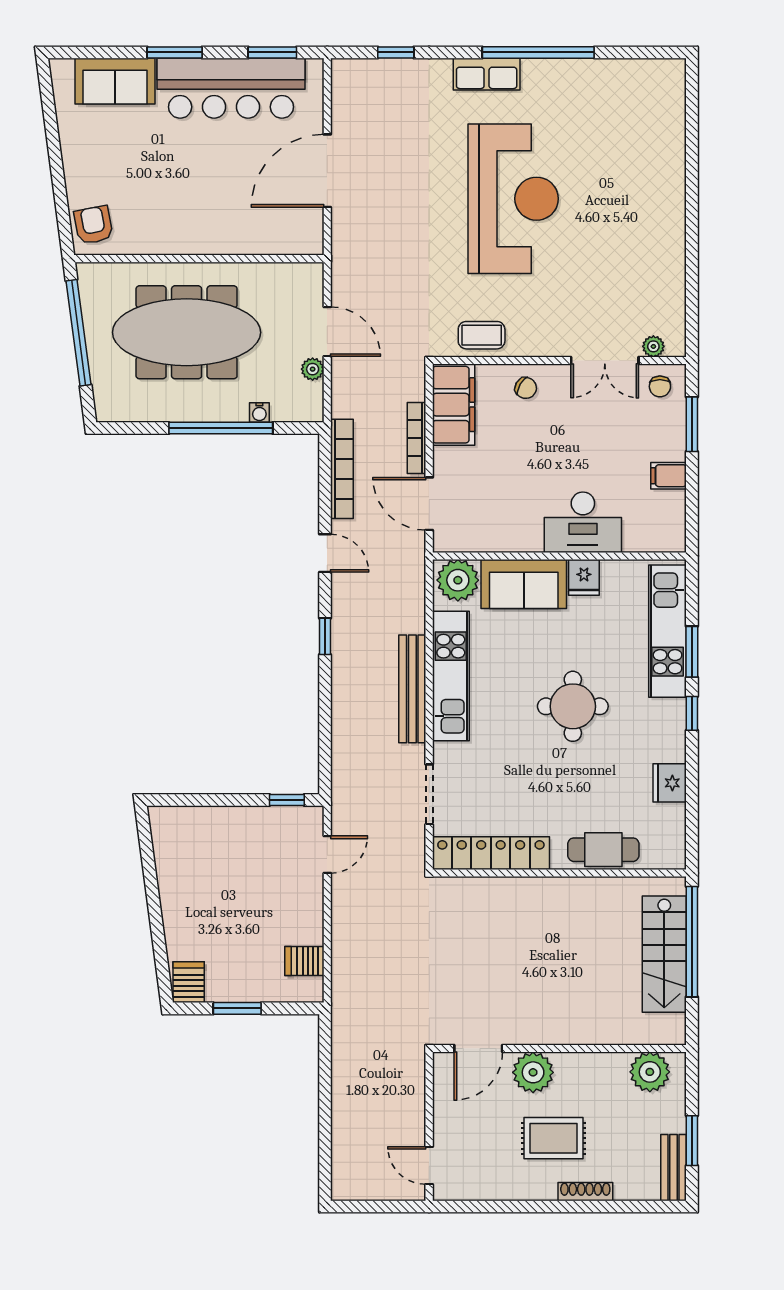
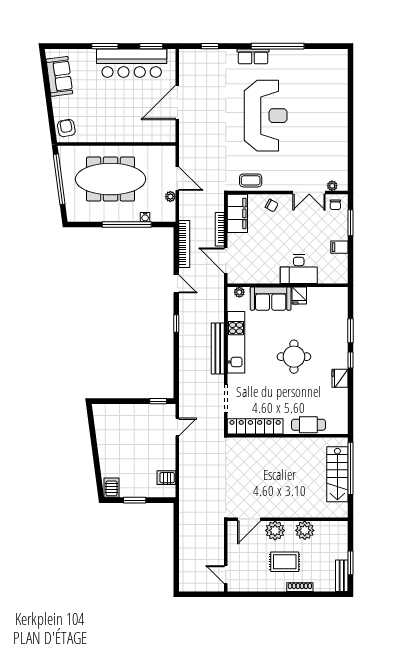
sofa: (115, 81) -> (59, 76), moved, turned -98
plant: (458, 580) -> (239, 292), width x0.53, depth x0.53
kitchen unit: (668, 631) -> (339, 321), removed
fridge: (670, 783) -> (340, 378), moved
plant: (650, 1072) -> (305, 530), moved

